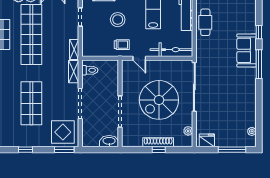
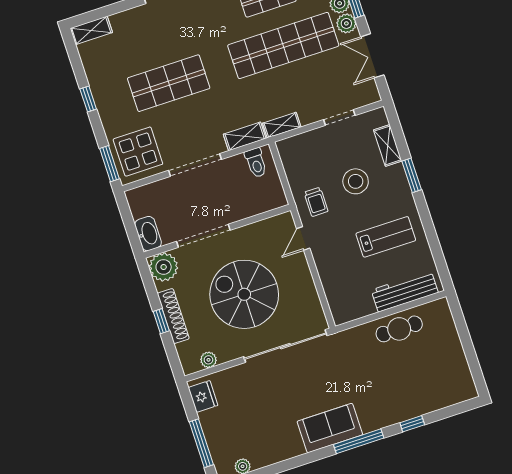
bicycle: (171, 50) -> (335, 287), removed
sofa: (247, 50) -> (330, 428), moved
plant: (130, 139) -> (164, 267), added

